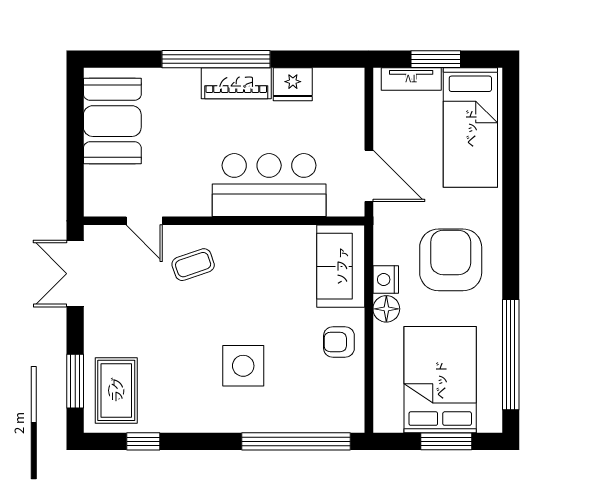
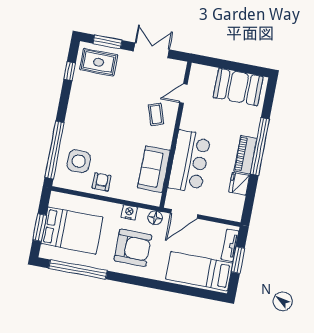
sofa: (341, 266) -> (154, 169), moved, turned -90
double door: (75, 274) -> (151, 50), moved
floor lamp: (386, 309) -> (155, 218), moved
side table: (243, 366) -> (79, 161), moved

